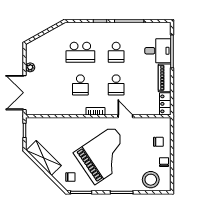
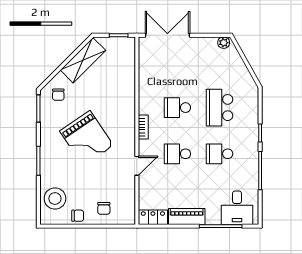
desk: (158, 51) -> (237, 208), moved
plant: (30, 67) -> (224, 43), moved
grand piano: (104, 155) -> (87, 138), width x0.73, depth x0.68

